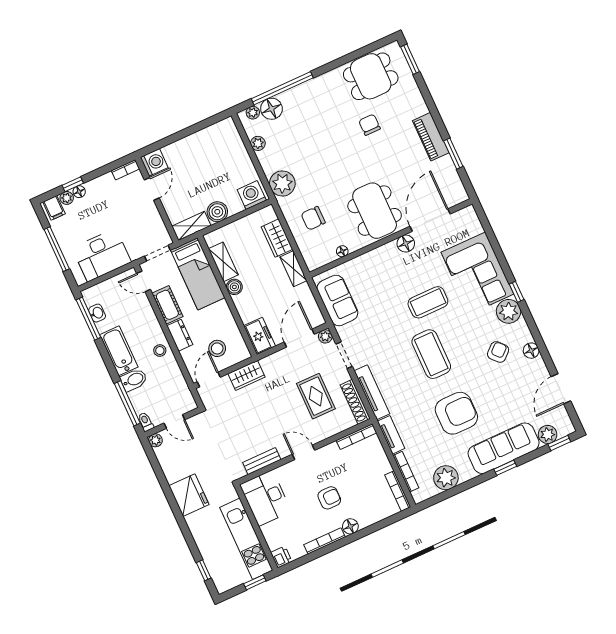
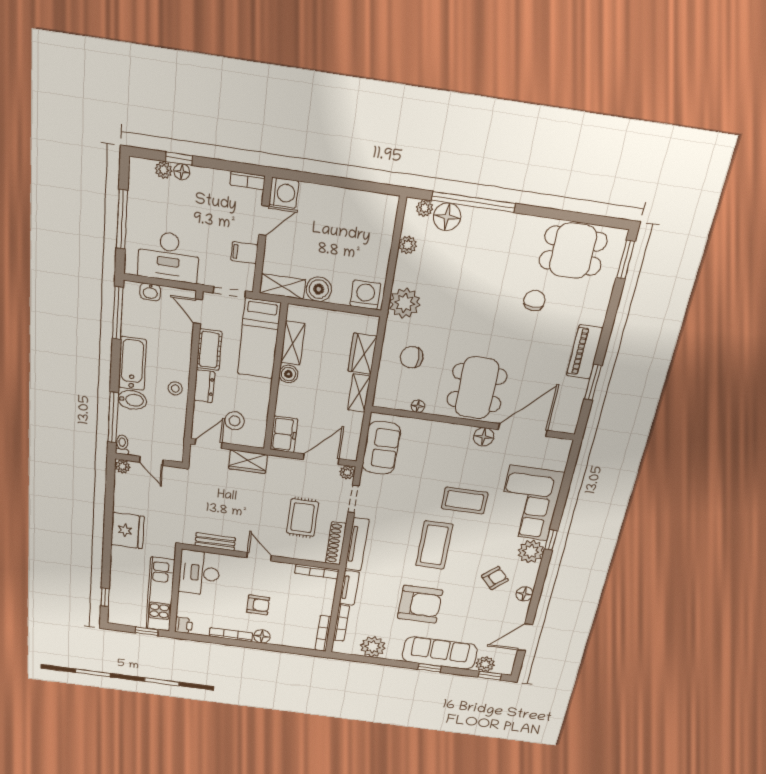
filing cabinet: (54, 208) -> (244, 253), moved, turned 90
washbasin: (97, 313) -> (150, 292), moved, turned 90

